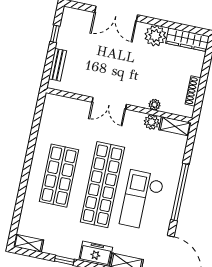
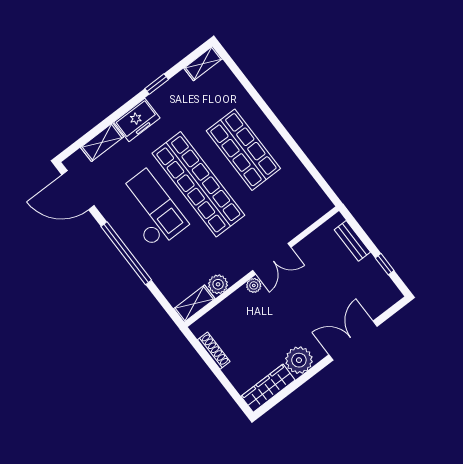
double door: (109, 103) -> (272, 259), swing flipped
plant: (155, 105) -> (254, 285), moved

